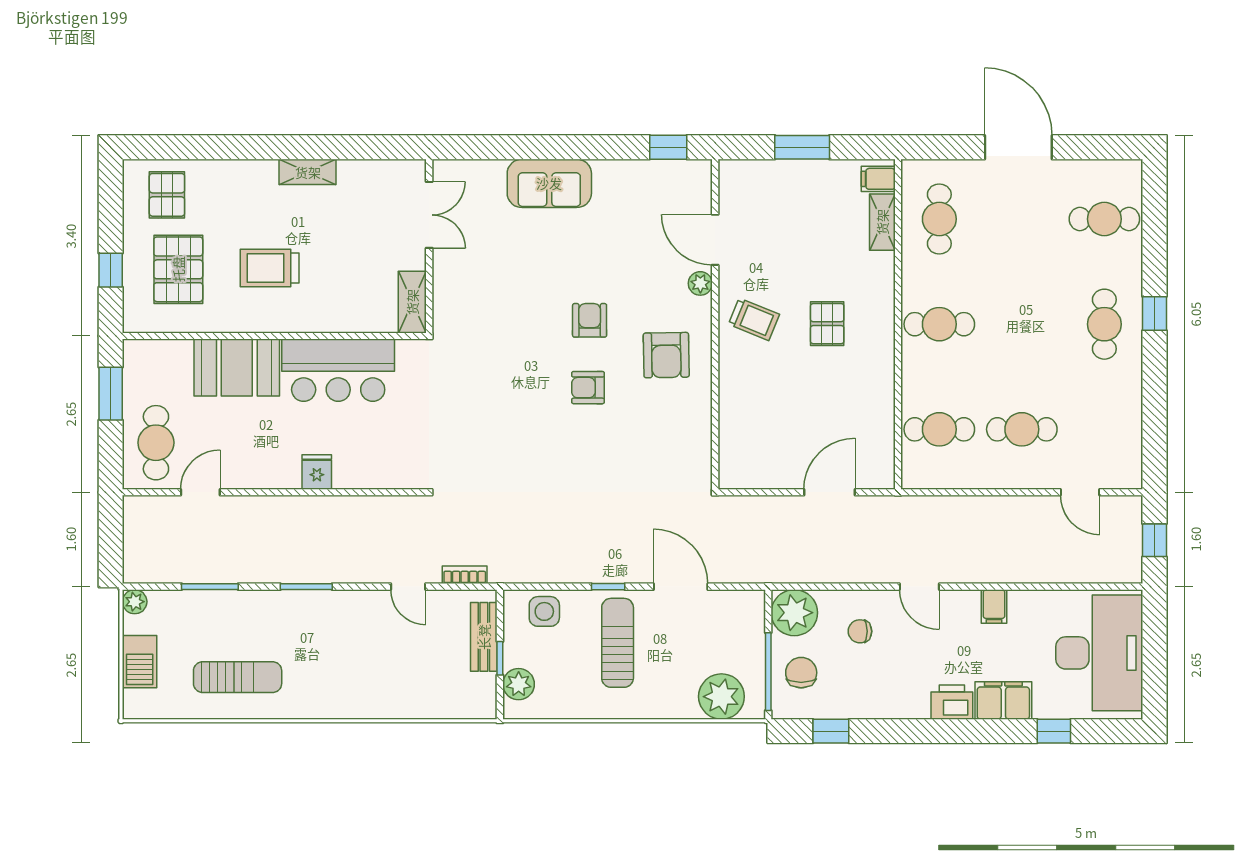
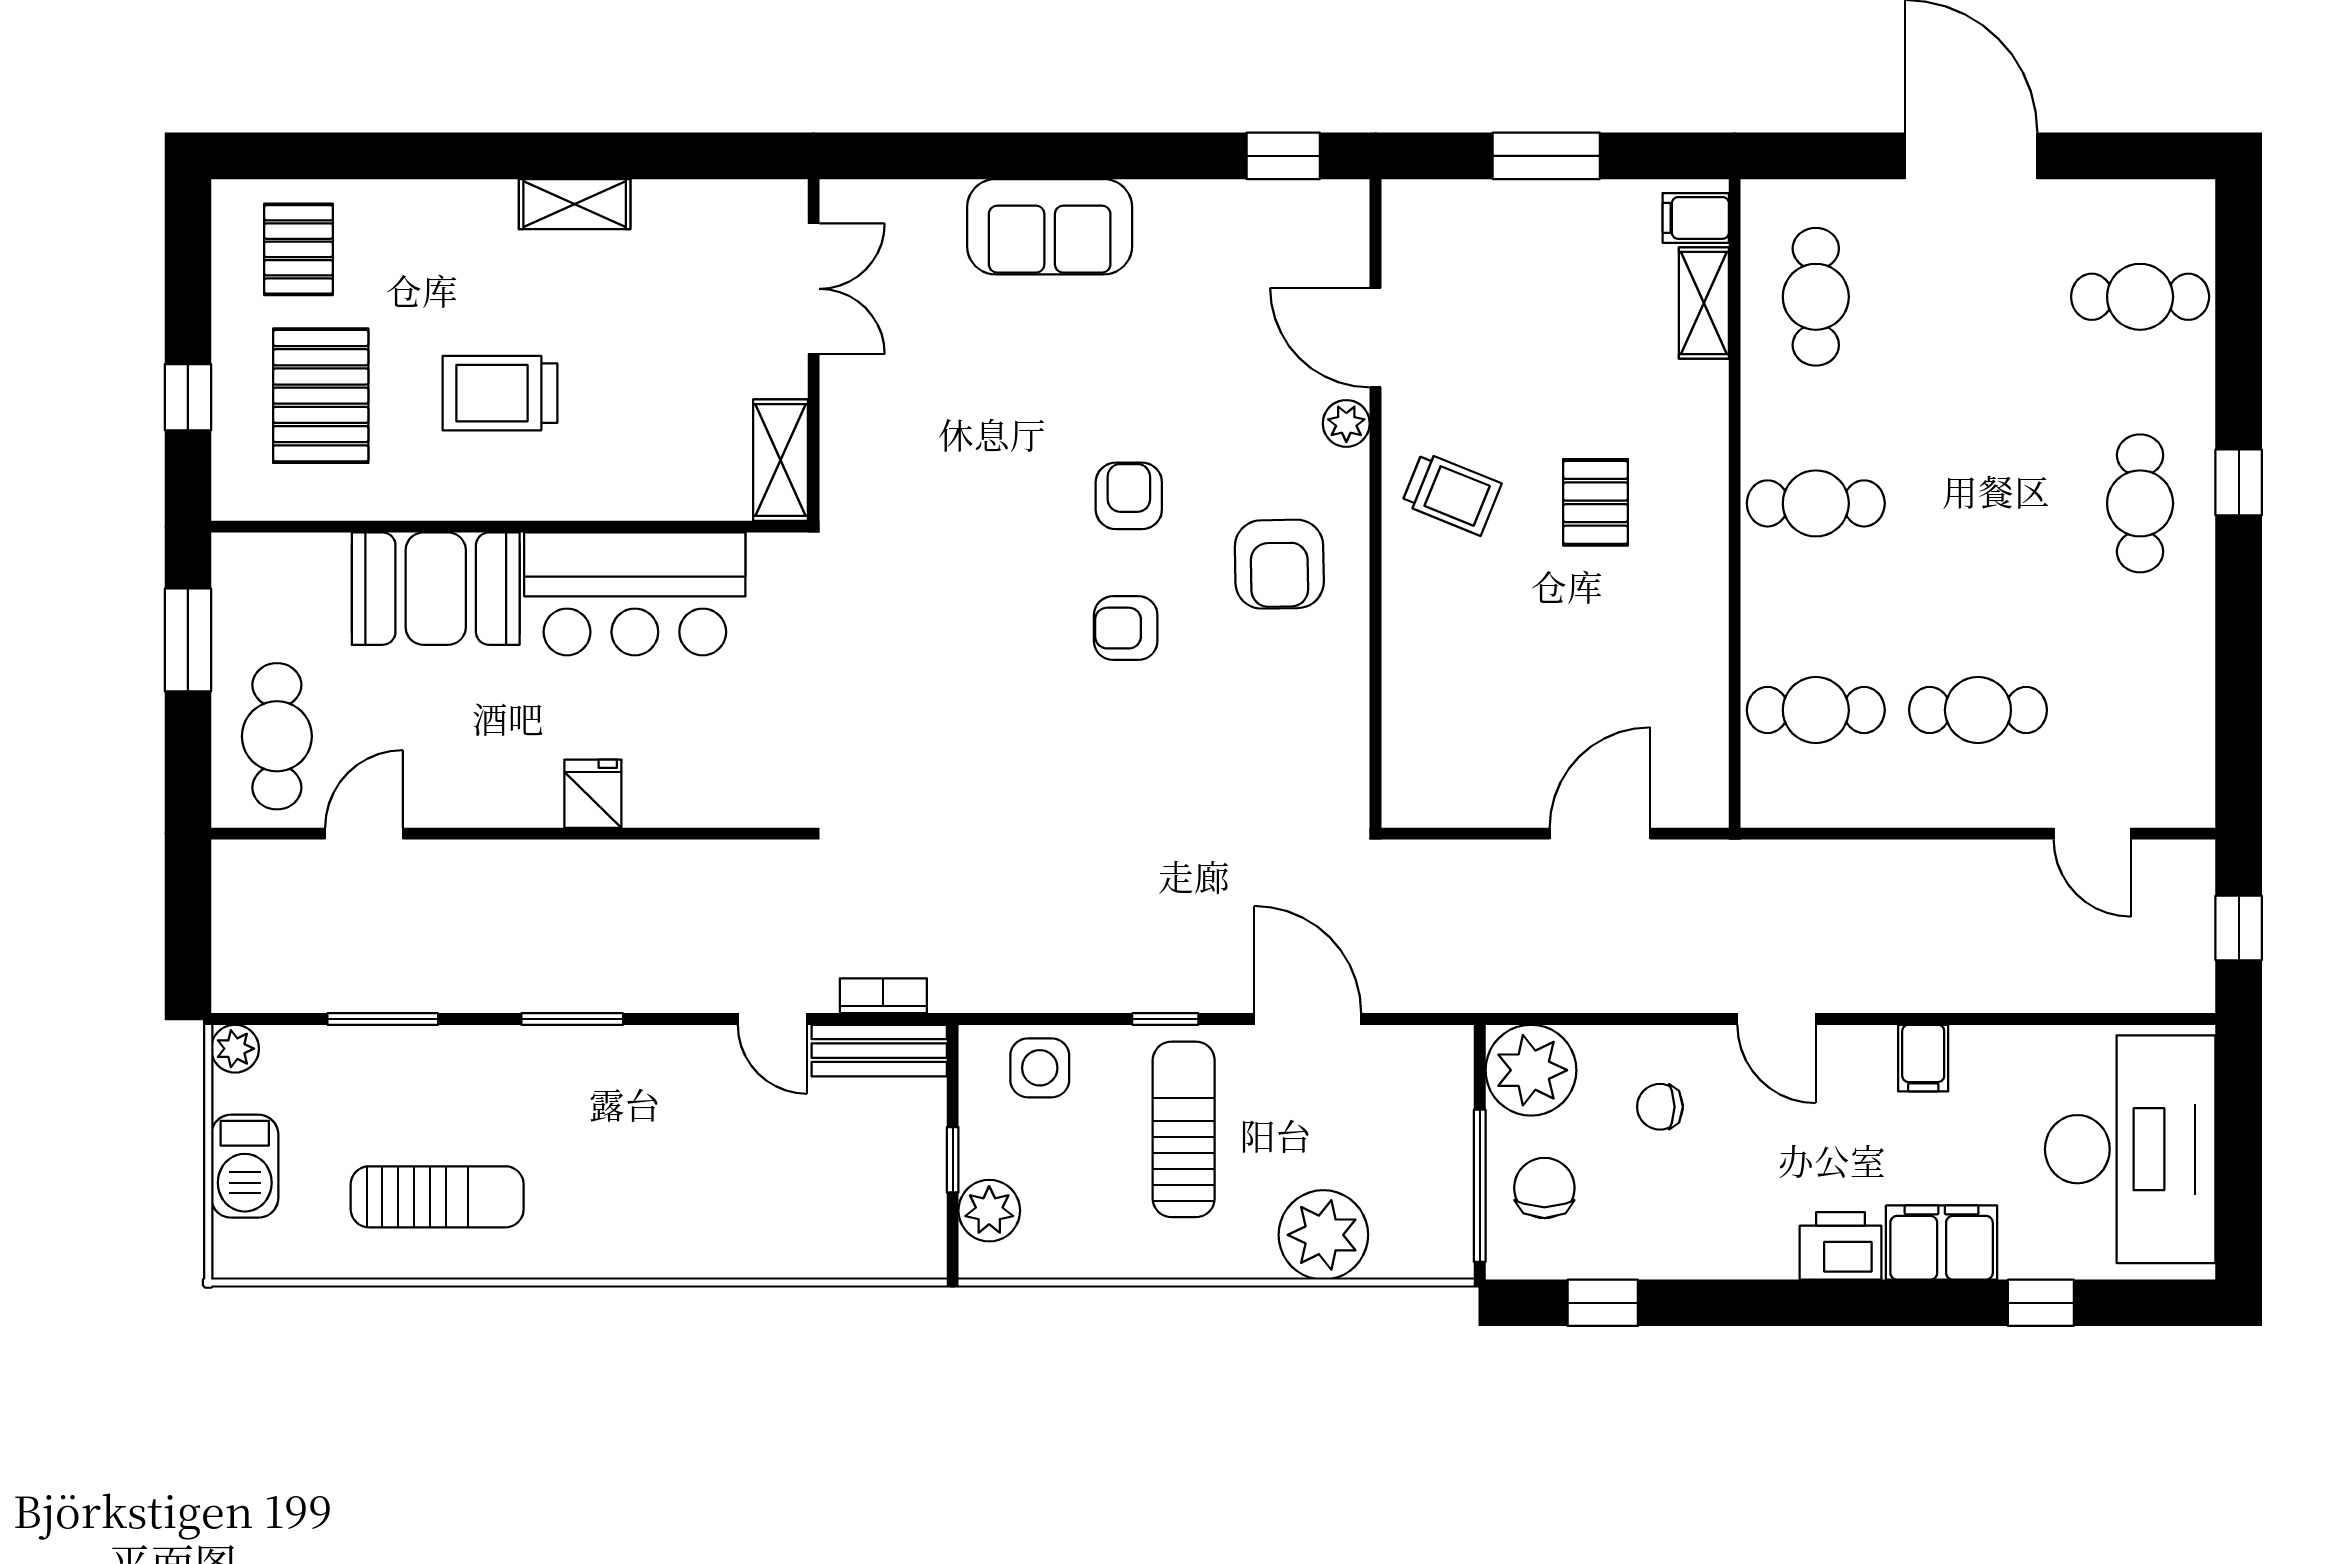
bench: (484, 637) -> (879, 1051), moved, turned 90
plant: (721, 697) -> (1323, 1235), moved

